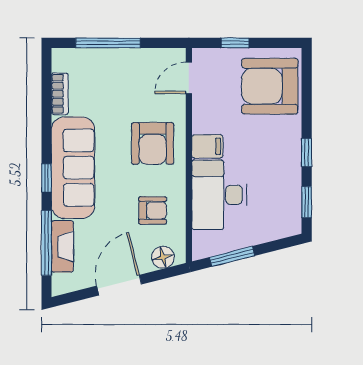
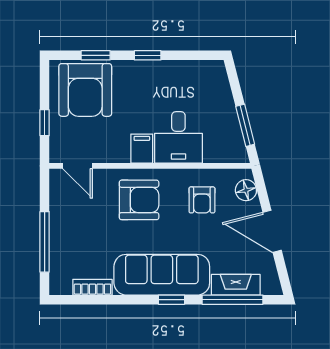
desk: (219, 195) -> (178, 137), width x0.73
window: (307, 202) -> (96, 55), moved
armchair: (153, 210) -> (202, 200), turned 180

